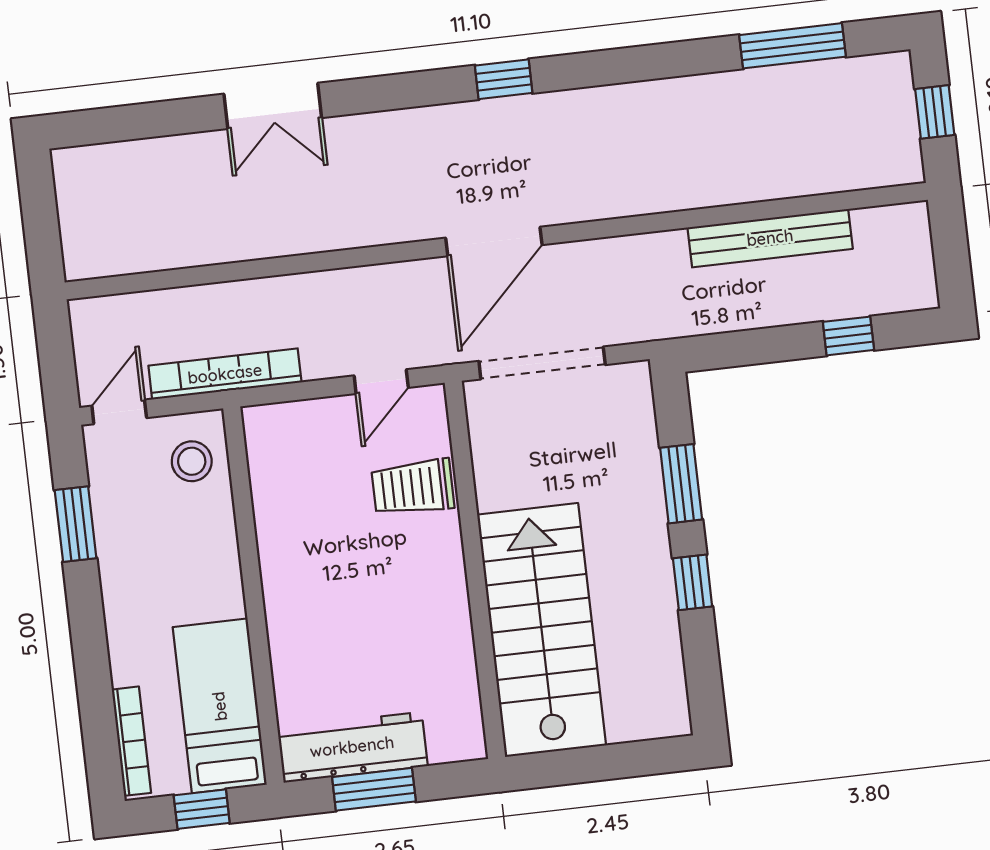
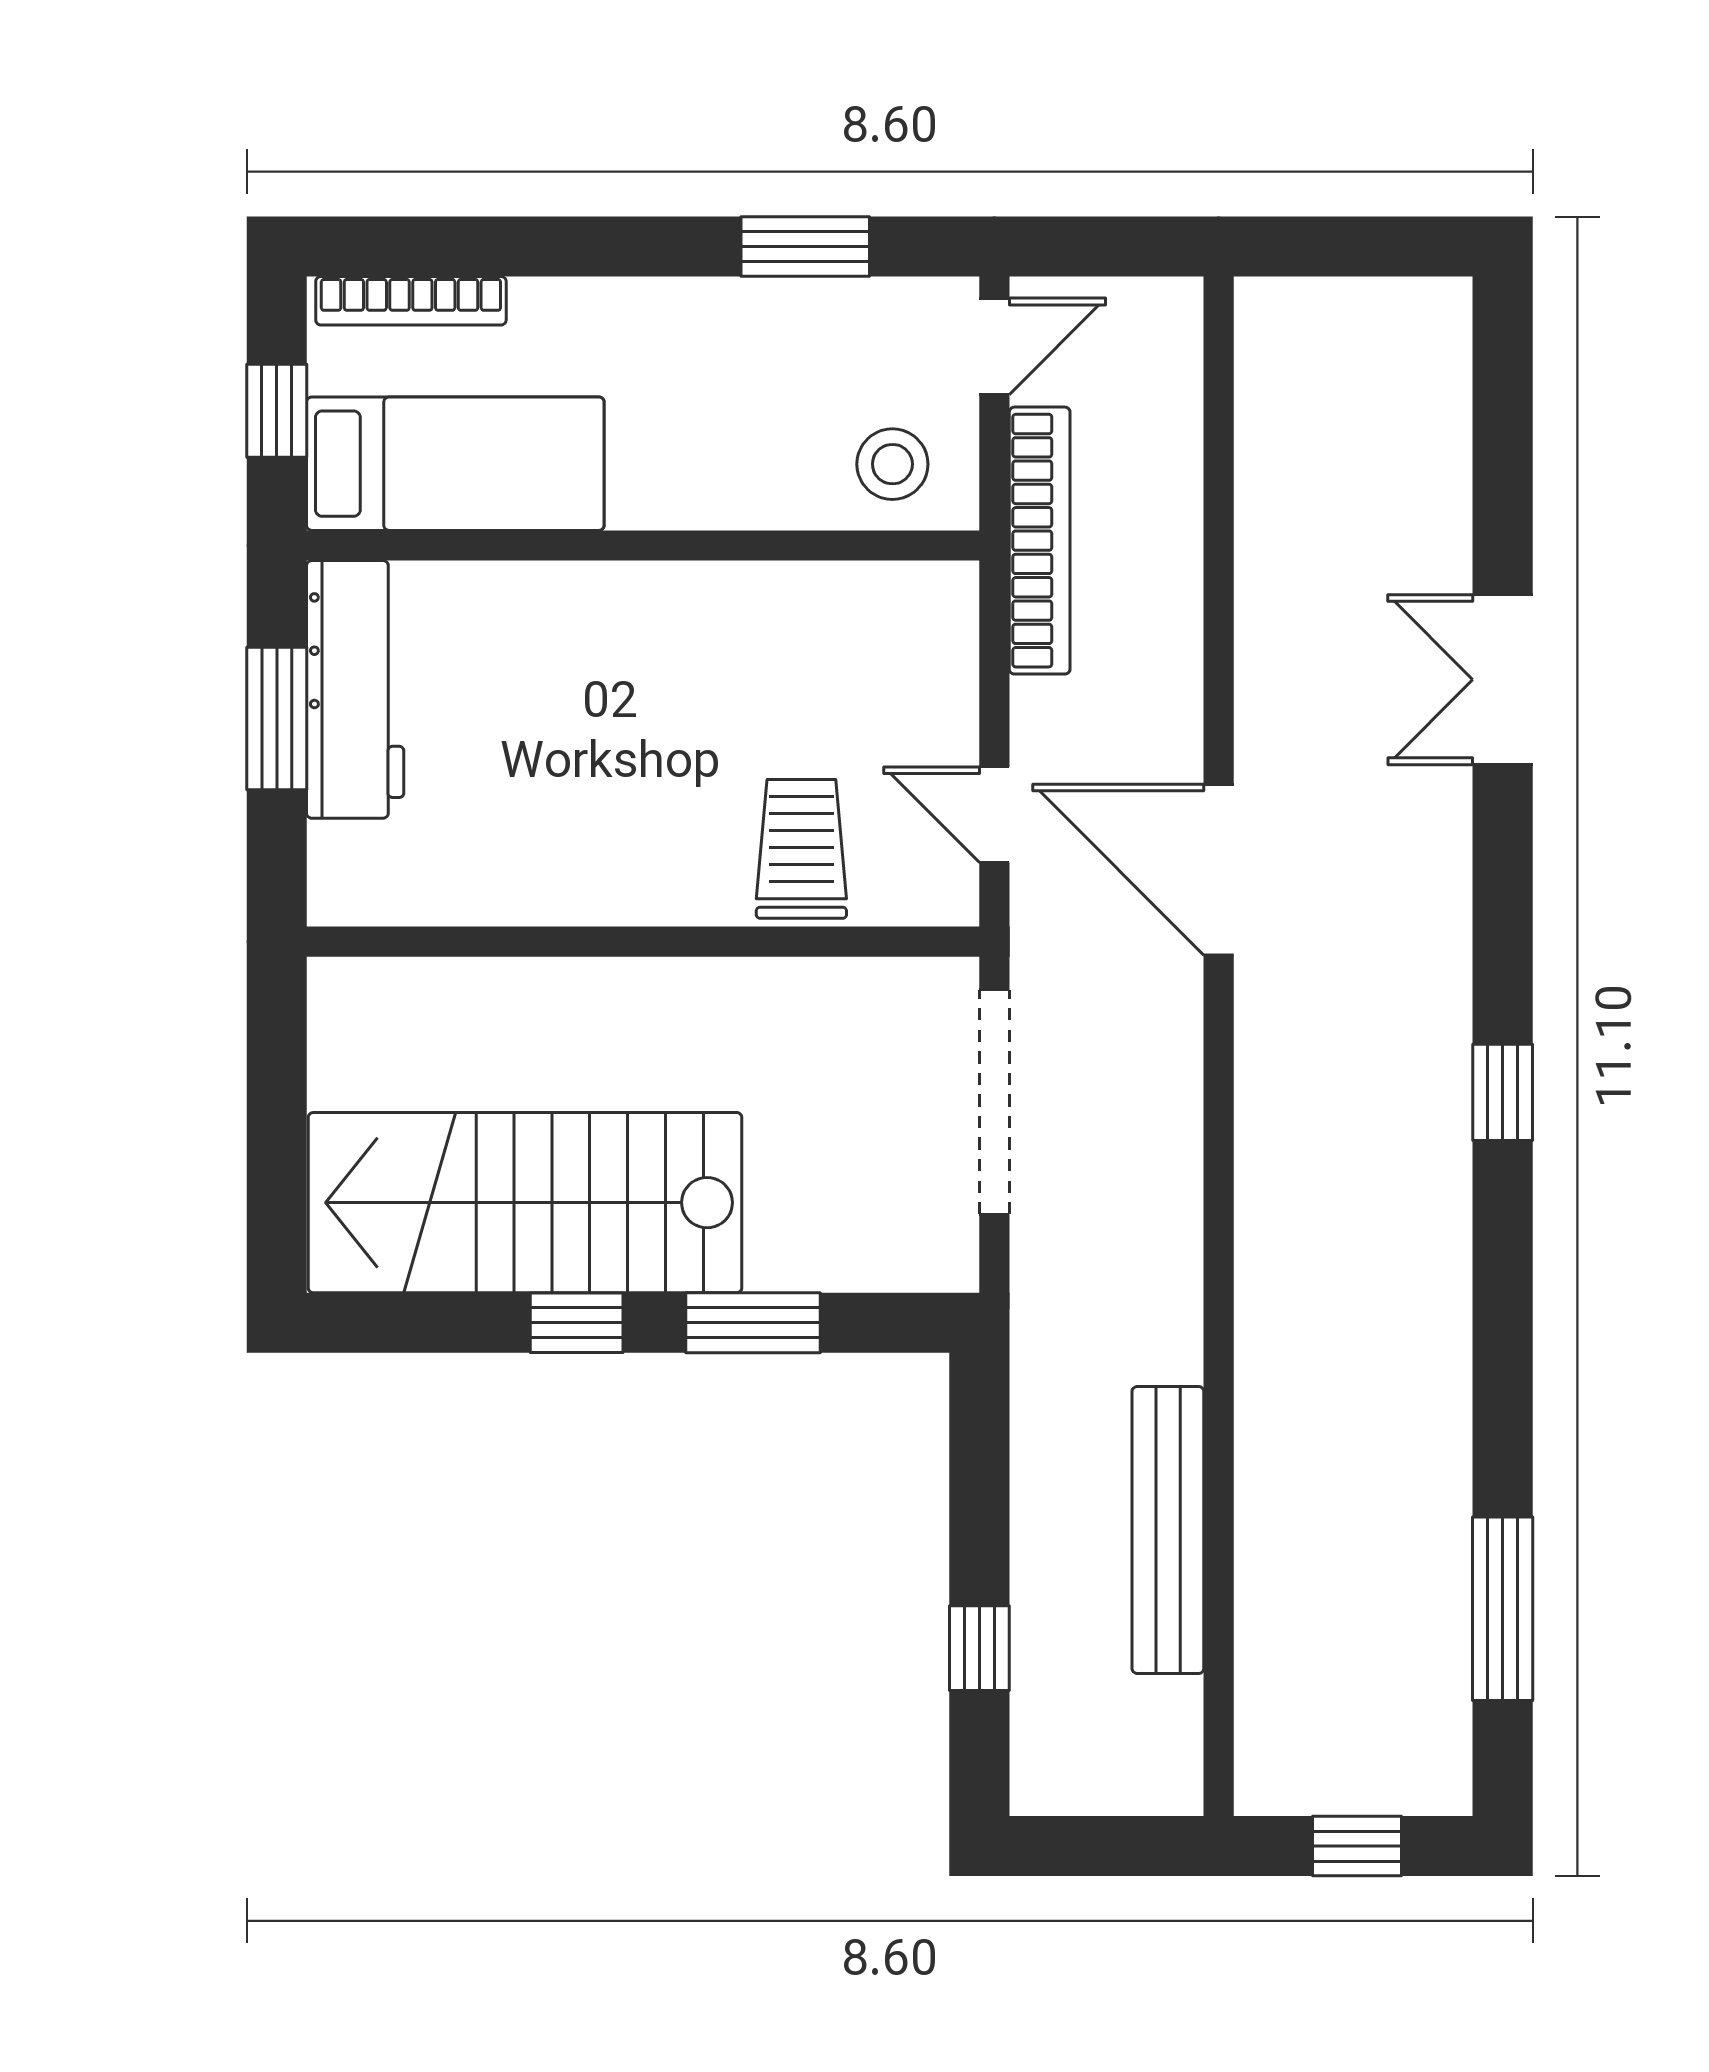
door: (494, 241) -> (1219, 870), moved
door: (119, 412) -> (994, 346), hinge flipped
stairs: (542, 630) -> (525, 1203), moved, turned 180

